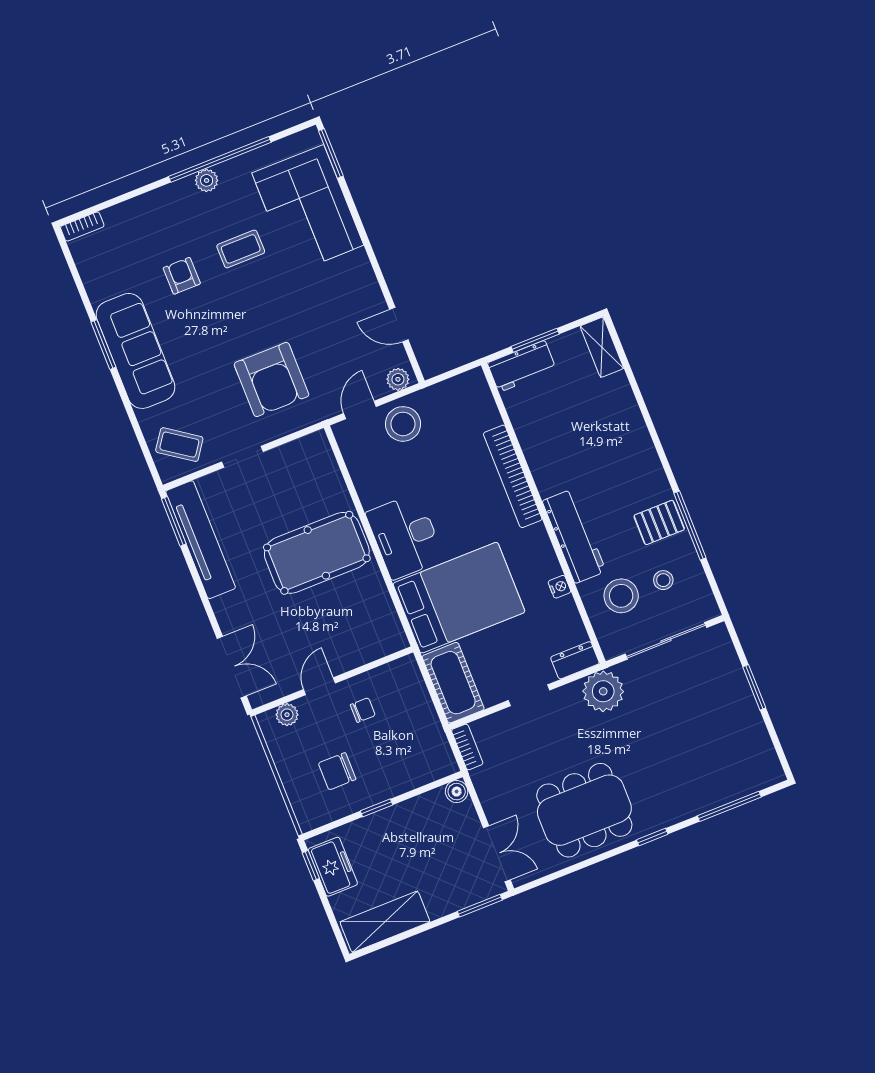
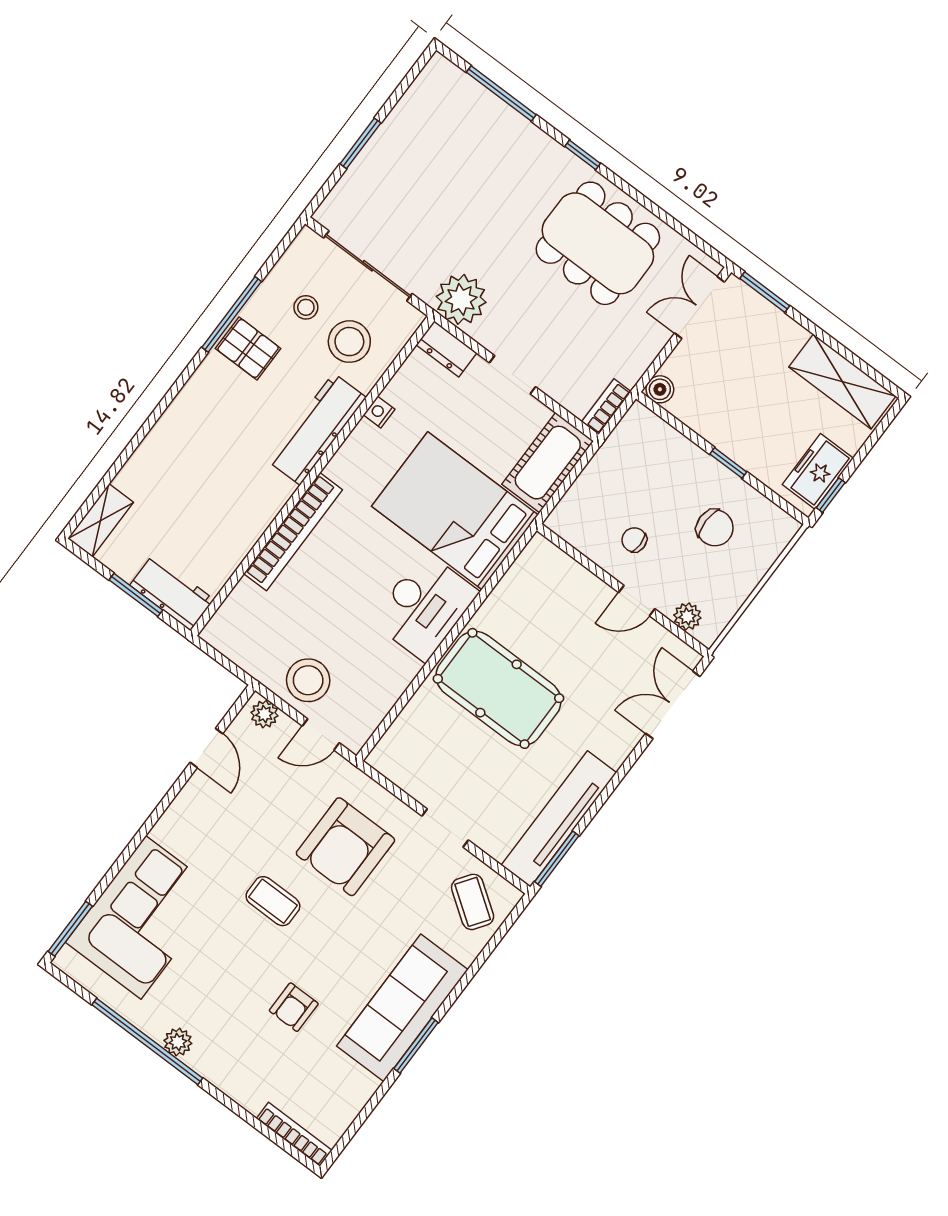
bookcase: (82, 227) -> (294, 1134), width x1.56
coffee table: (241, 249) -> (273, 901), moved
armchair: (271, 380) -> (345, 847), turned 180

